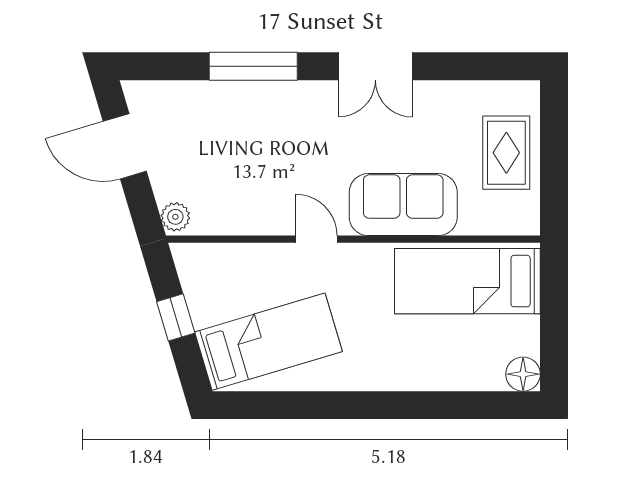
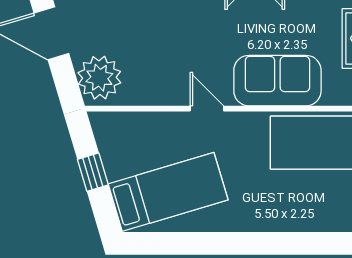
plant: (175, 217) -> (99, 78), width x1.87, depth x1.87

